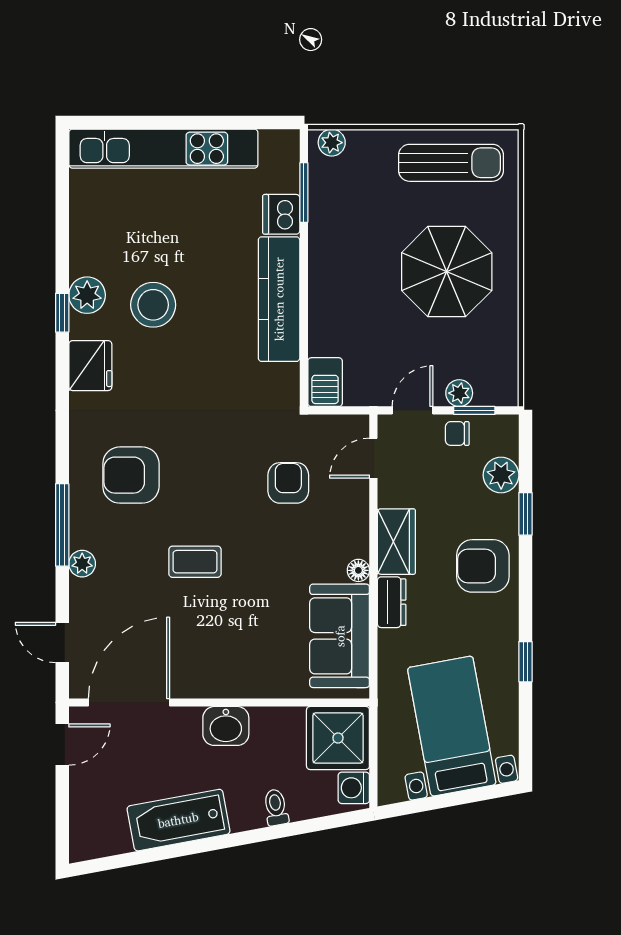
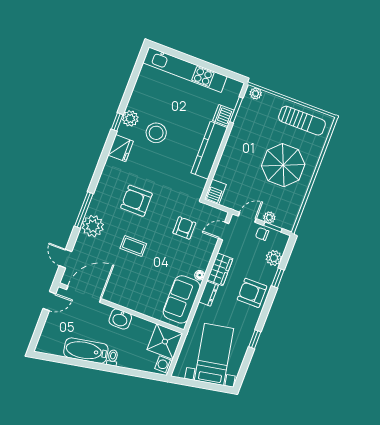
armchair: (131, 475) -> (136, 201), moved
plant: (82, 564) -> (93, 226), width x1.88, depth x1.88
toilet: (276, 807) -> (113, 358), moved

